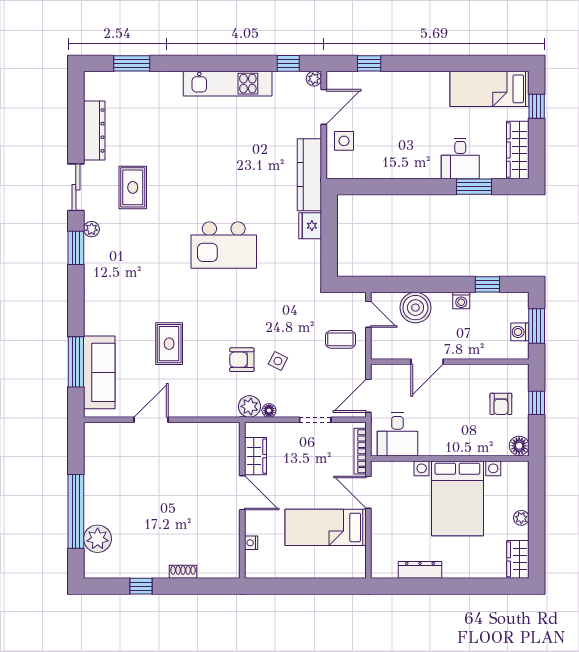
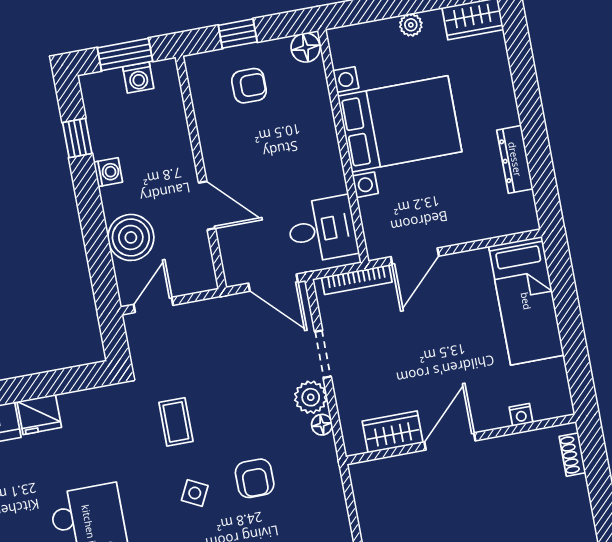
coffee table: (340, 339) -> (176, 422), moved
side table: (278, 361) -> (195, 493), moved
plant: (249, 406) -> (311, 397), moved
bed: (326, 527) -> (526, 301), moved
shoe rack: (183, 572) -> (572, 455), moved

